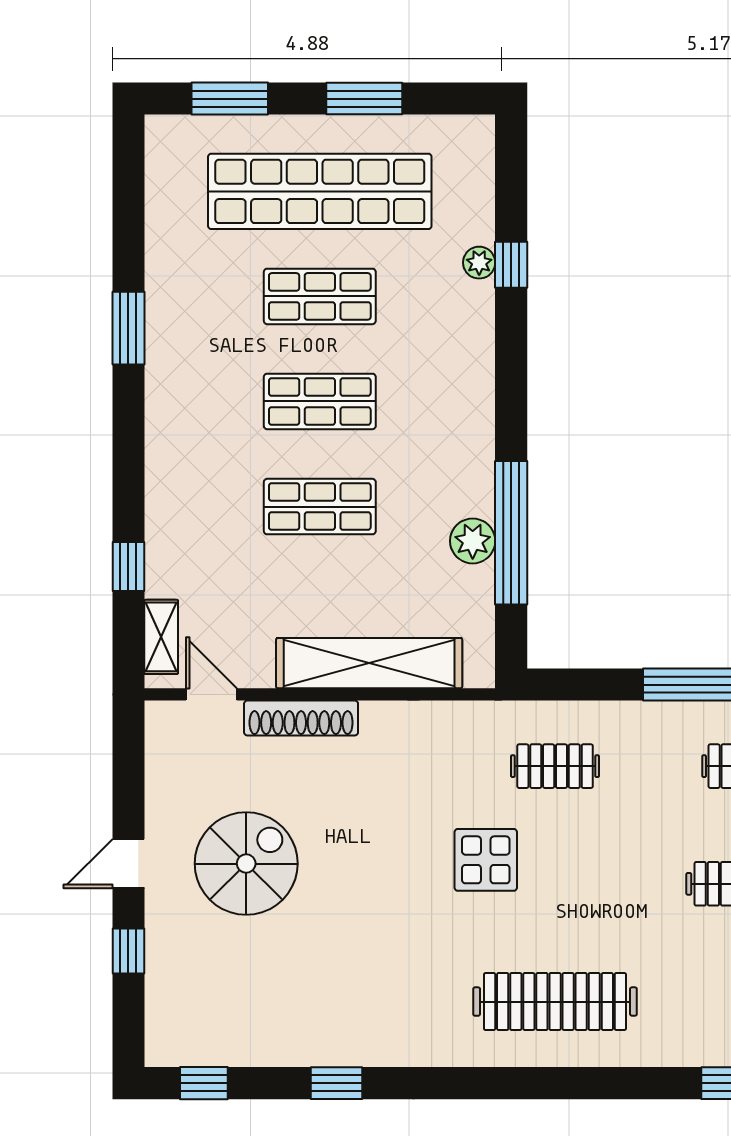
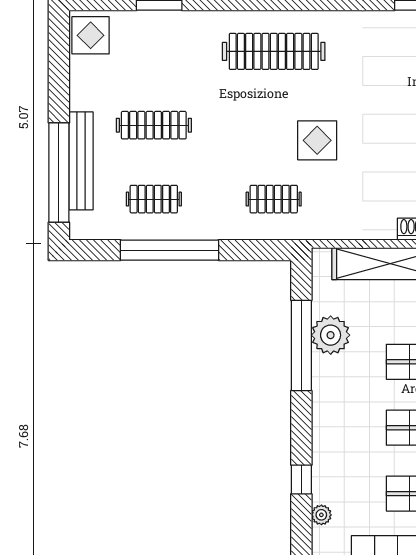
window: (511, 265) -> (301, 480), moved
plant: (473, 541) -> (331, 335), width x1.36, depth x1.36

